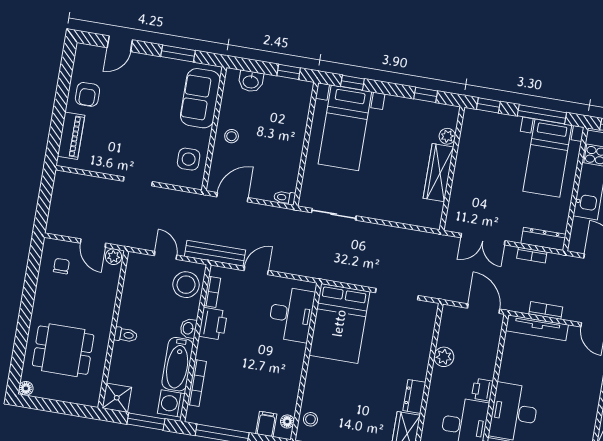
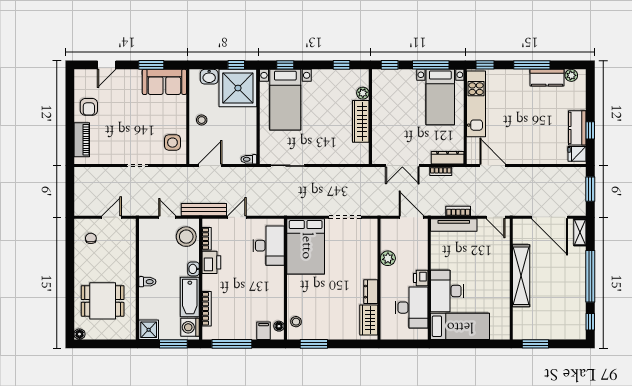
sofa: (200, 98) -> (164, 82), moved, turned -90
shower: (286, 102) -> (238, 88), added
door: (93, 243) -> (112, 217), swing flipped
plant: (114, 257) -> (129, 225), removed

